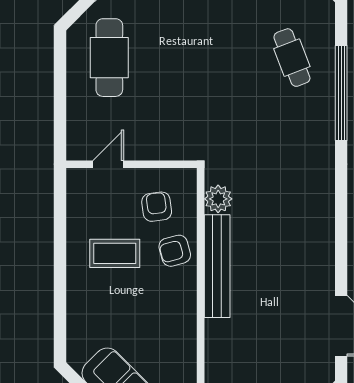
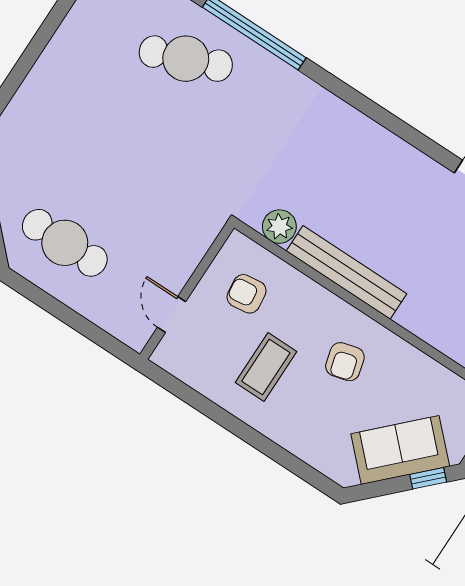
cafe table: (292, 58) -> (186, 59), width x1.37, depth x1.35
armchair: (175, 251) -> (345, 362), moved

